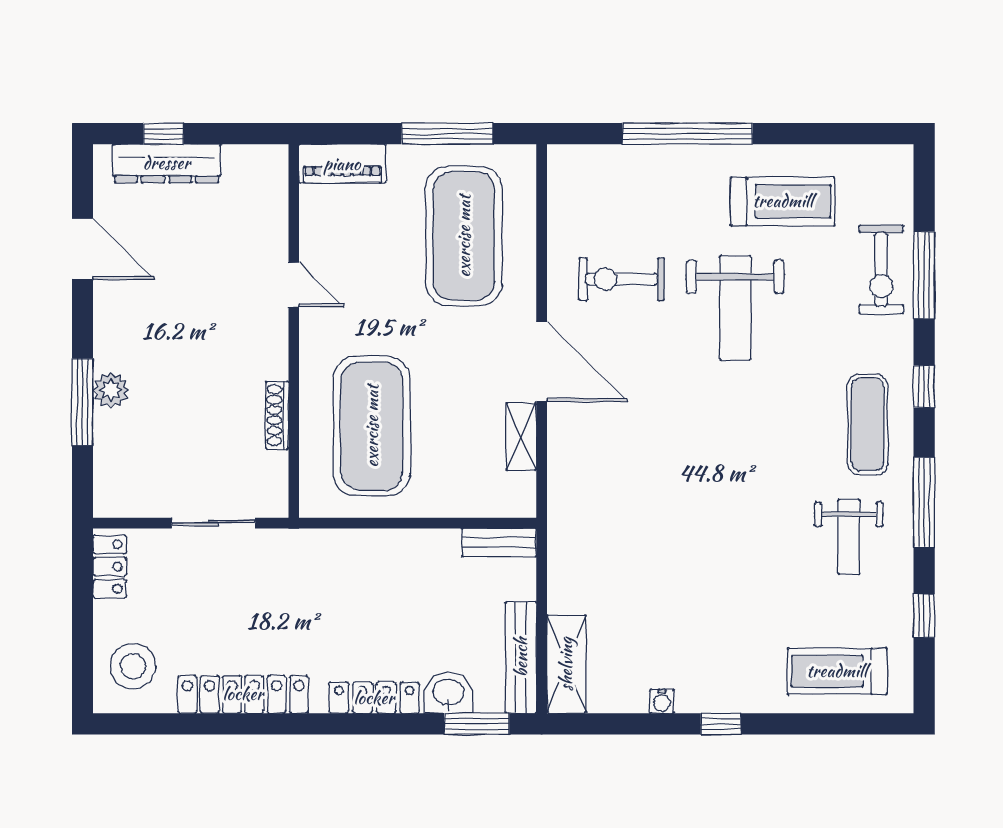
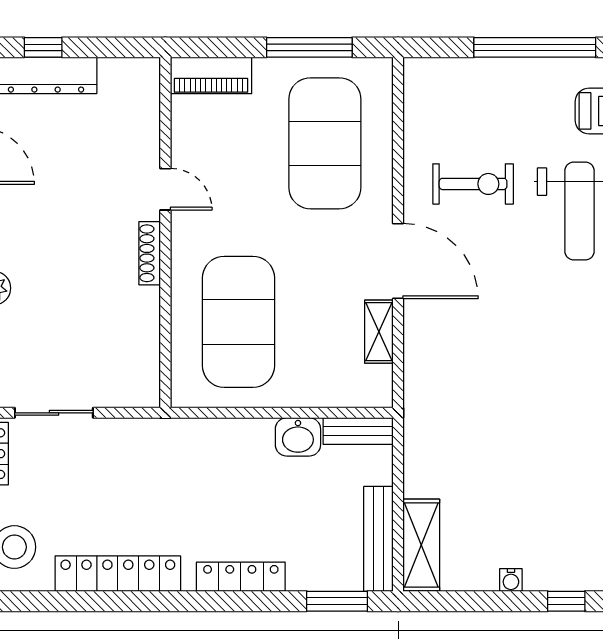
exercise bike: (622, 279) -> (473, 184), turned 180
shoe rack: (277, 415) -> (150, 253), moved
sliding door: (213, 523) -> (54, 413), moved
washbasin: (448, 693) -> (298, 437), moved, turned 180

